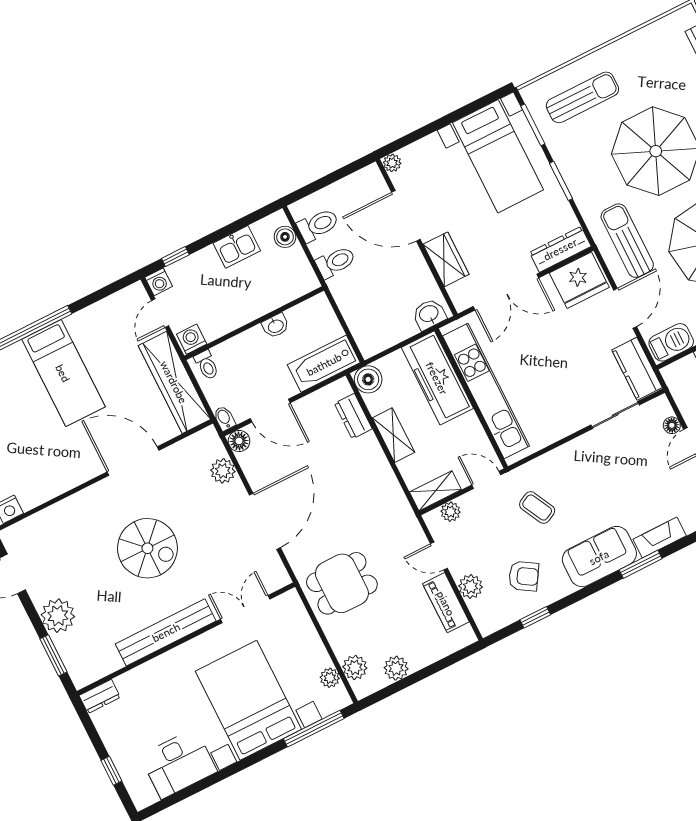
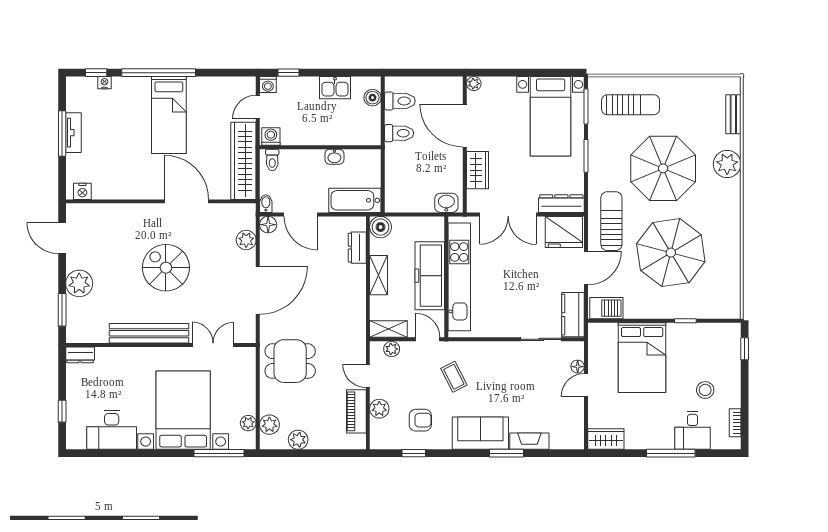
freezer: (437, 378) -> (430, 276), moved
spiral stairs: (147, 548) -> (166, 268), turned 180
armchair: (524, 576) -> (420, 420), turned -32

